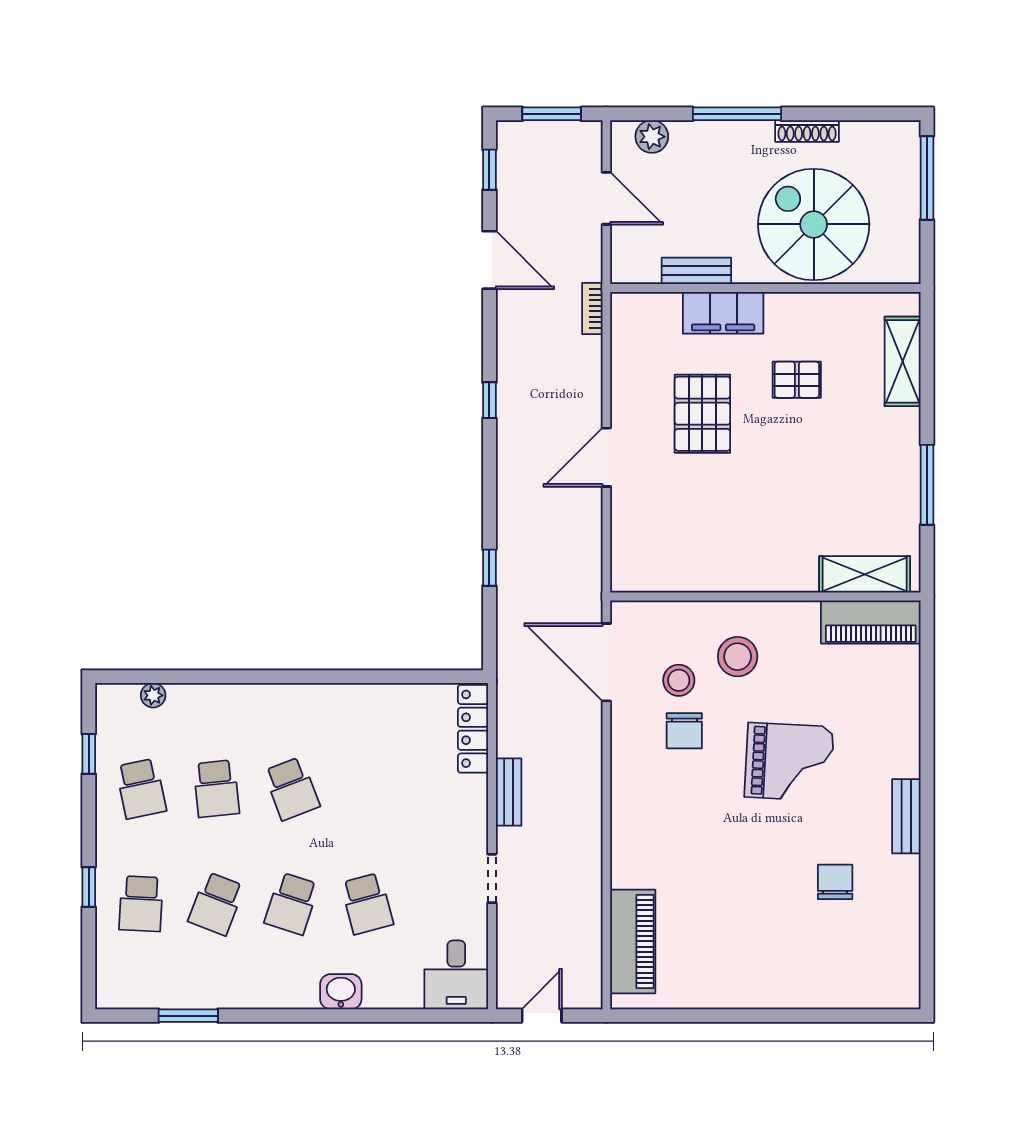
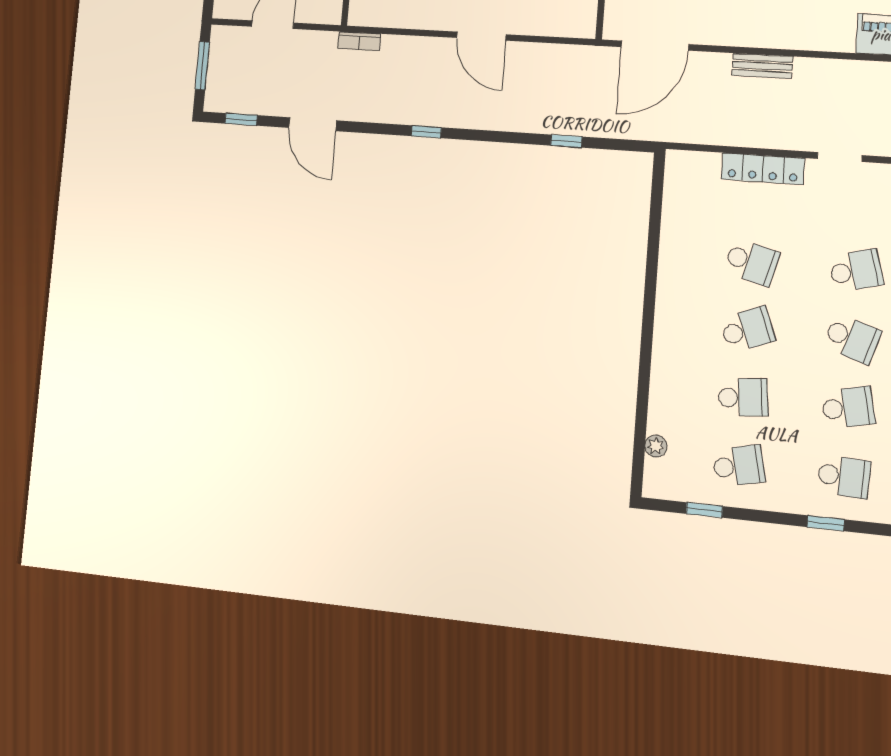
door: (489, 260) -> (313, 124), swing flipped
locker: (473, 729) -> (763, 169), moved
school desk: (367, 789) -> (752, 262), added
bench: (509, 792) -> (762, 66), moved
school desk: (216, 904) -> (848, 407), turned -33

